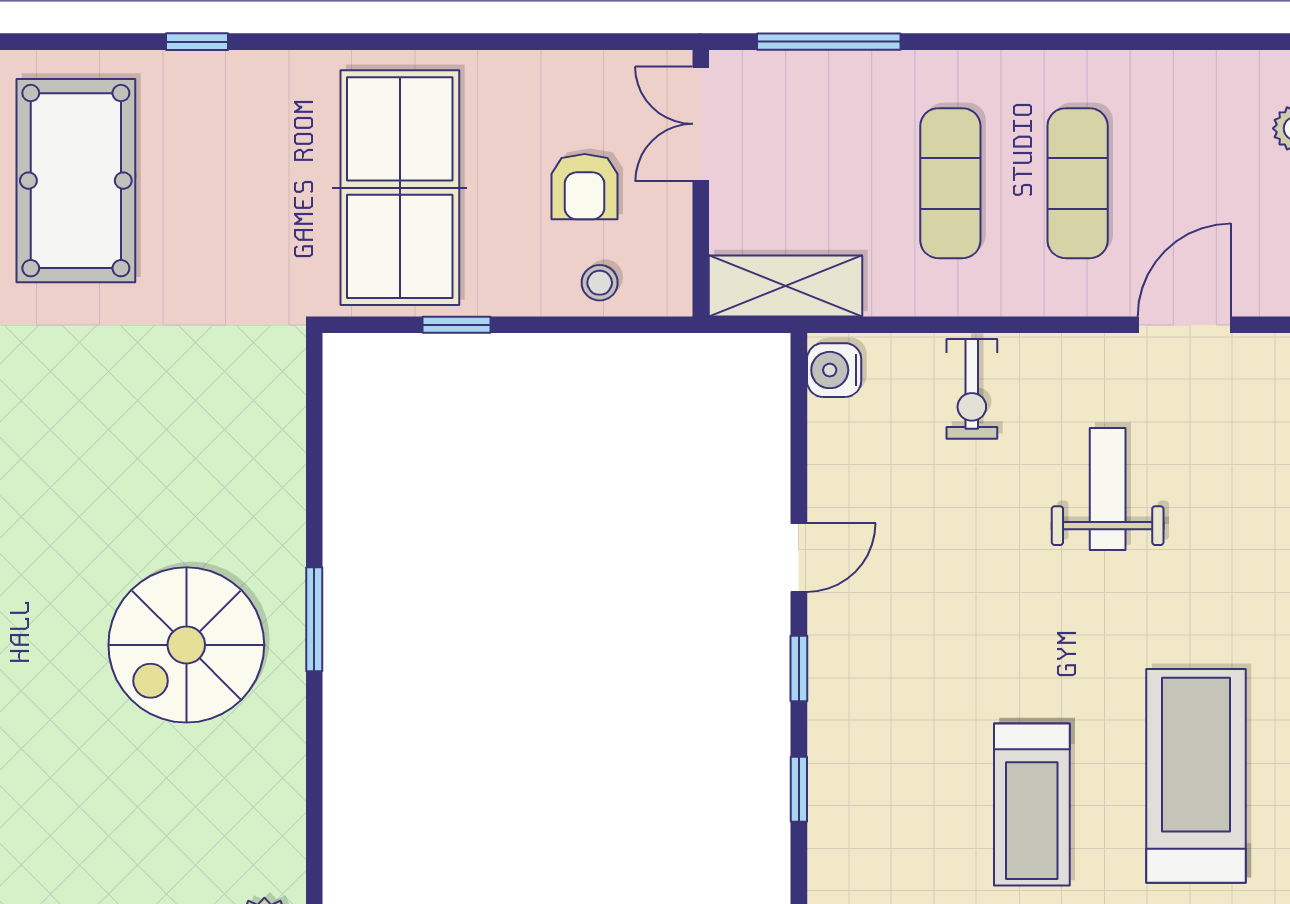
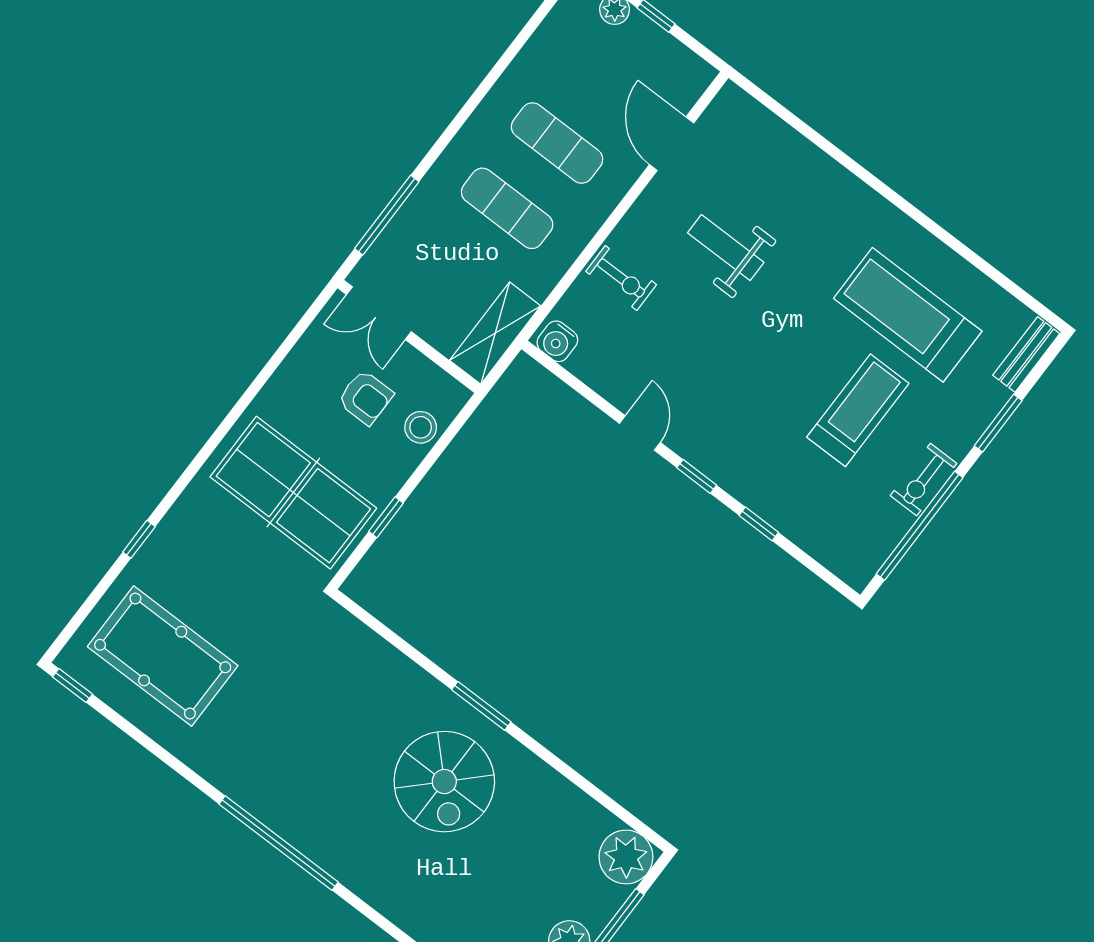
stool: (600, 283) -> (421, 427), width x1.37, depth x1.37
treadmill: (1032, 804) -> (858, 410), turned -90

